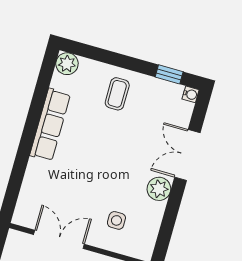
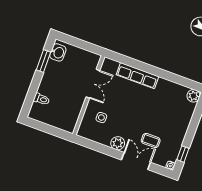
coffee table: (117, 94) -> (151, 140), moved
row of seats: (50, 125) -> (137, 76), moved

